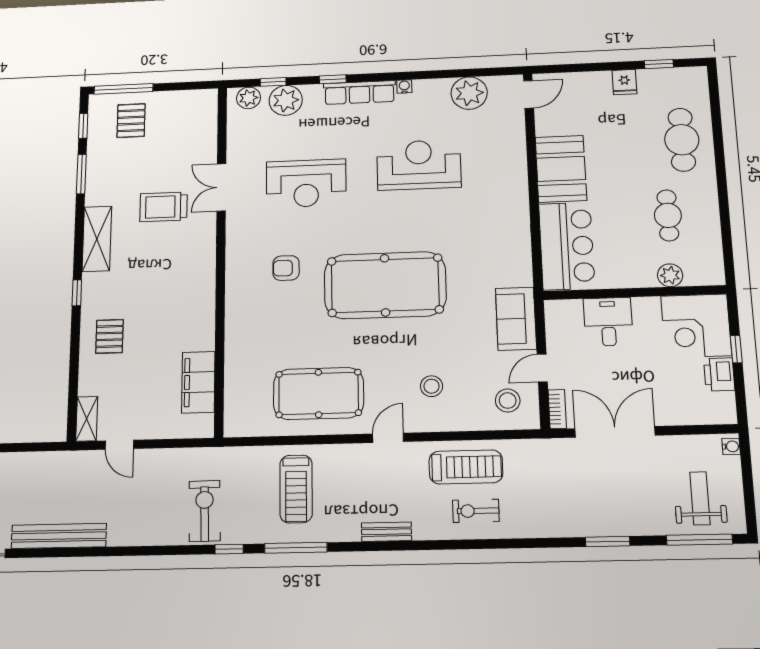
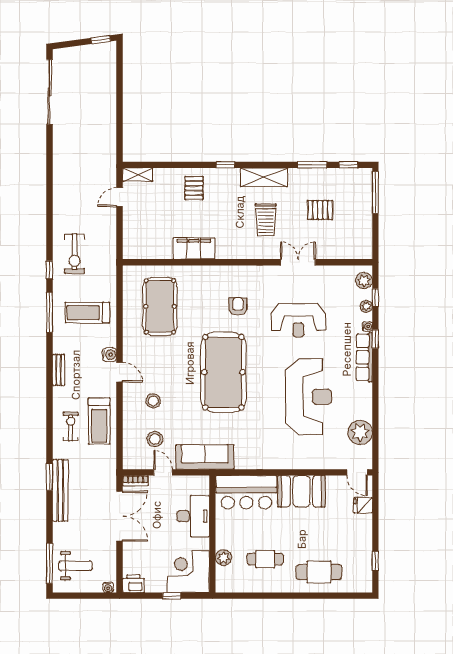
fridge: (624, 82) -> (363, 505), moved
water cooler: (404, 86) -> (367, 327), moved
plant: (286, 100) -> (366, 306), width x0.53, depth x0.53
pallet: (131, 121) -> (320, 210), moved
reception desk: (419, 165) -> (309, 397), width x1.36, depth x1.30
reception desk: (306, 183) -> (298, 320), turned -90
trolley: (164, 207) -> (266, 220), moved, turned 180
sofa: (516, 319) -> (205, 457), width x1.36
desk: (608, 322) -> (193, 516), width x1.37
pallet: (109, 336) -> (194, 188), turned 90
printer: (719, 374) -> (133, 584), moved
filing cabinet: (198, 382) -> (194, 248), moved
pool table: (318, 393) -> (160, 306), moved
stool: (508, 401) -> (155, 439), moved
water cooler: (361, 454) -> (110, 355), added
exercise bike: (205, 511) -> (74, 254), turned 91
bench: (59, 536) -> (60, 490), moved
window: (608, 541) -> (49, 477), moved

